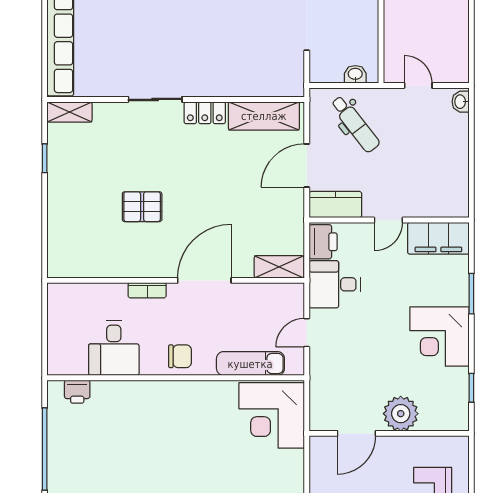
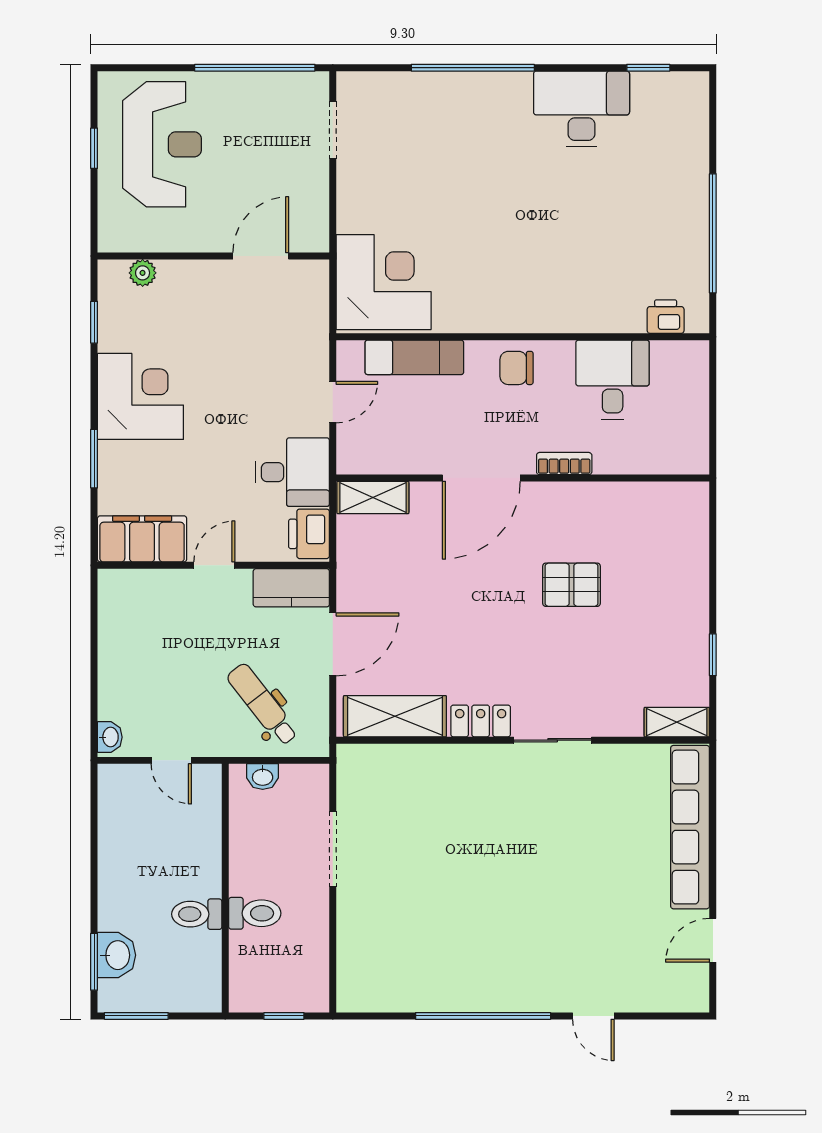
plant: (401, 414) -> (143, 273), moved, width x0.53, depth x0.53

